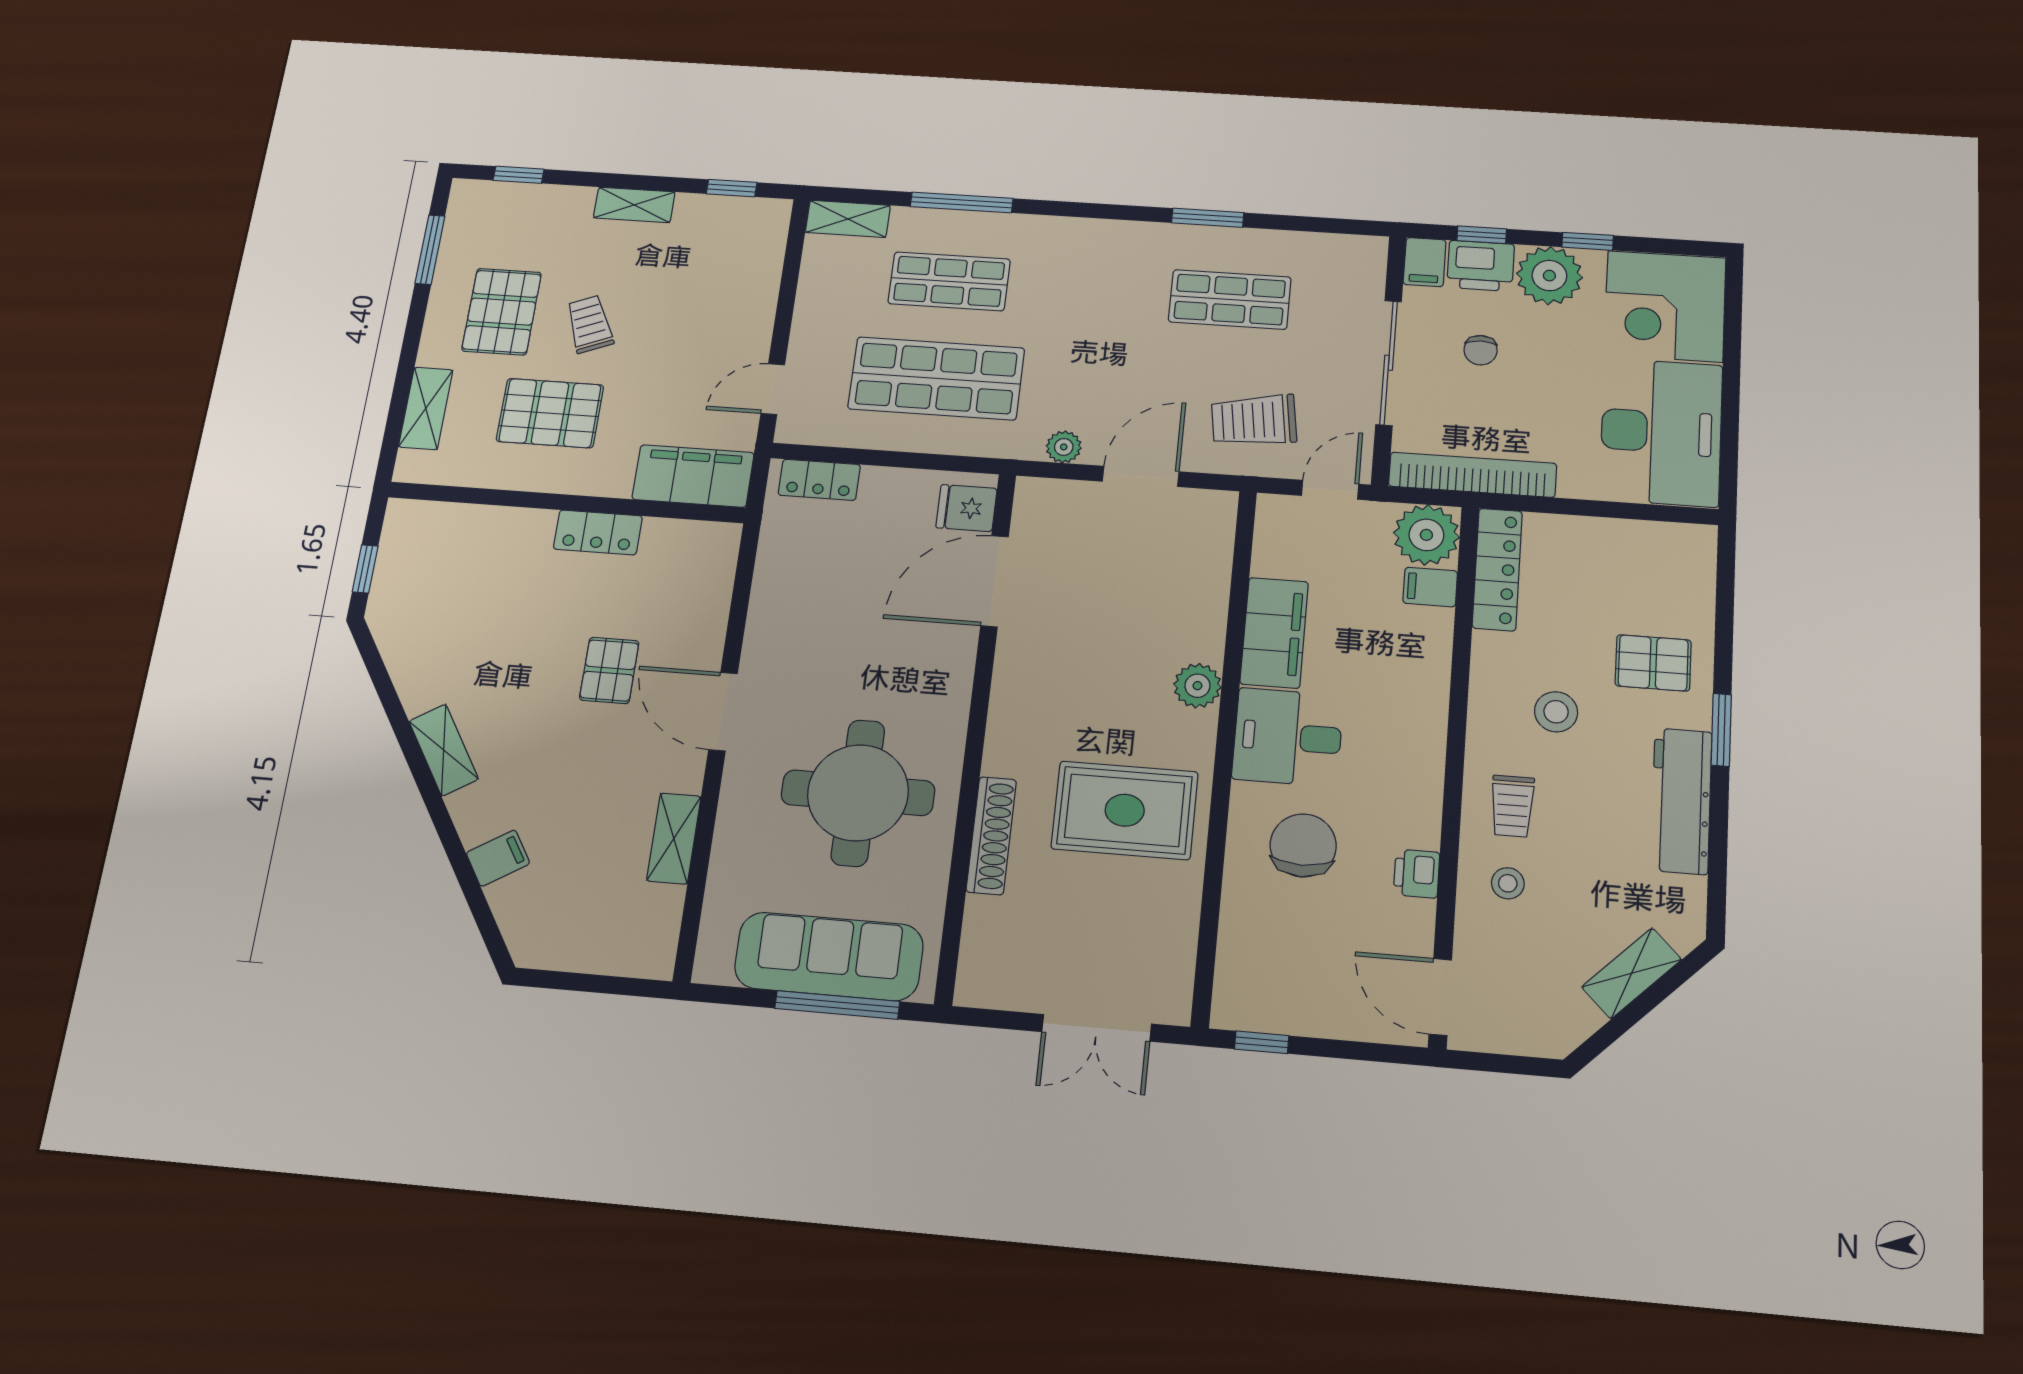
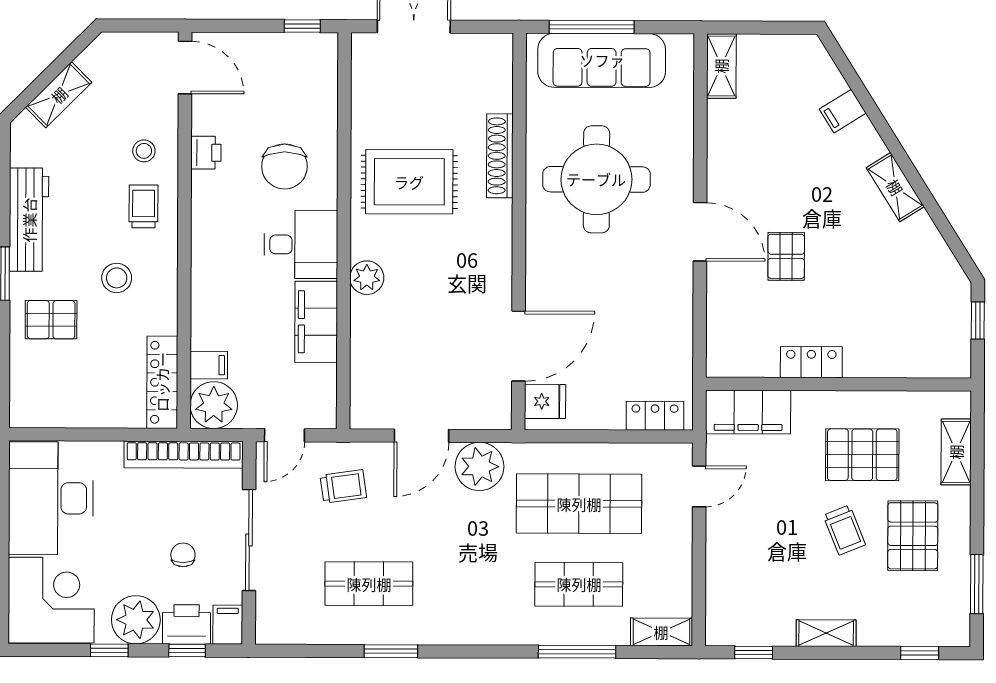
trolley: (1254, 420) -> (343, 486), width x0.73, depth x0.72
plant: (1064, 447) -> (479, 466), width x1.87, depth x1.87
shelving: (674, 838) -> (721, 66), moved

